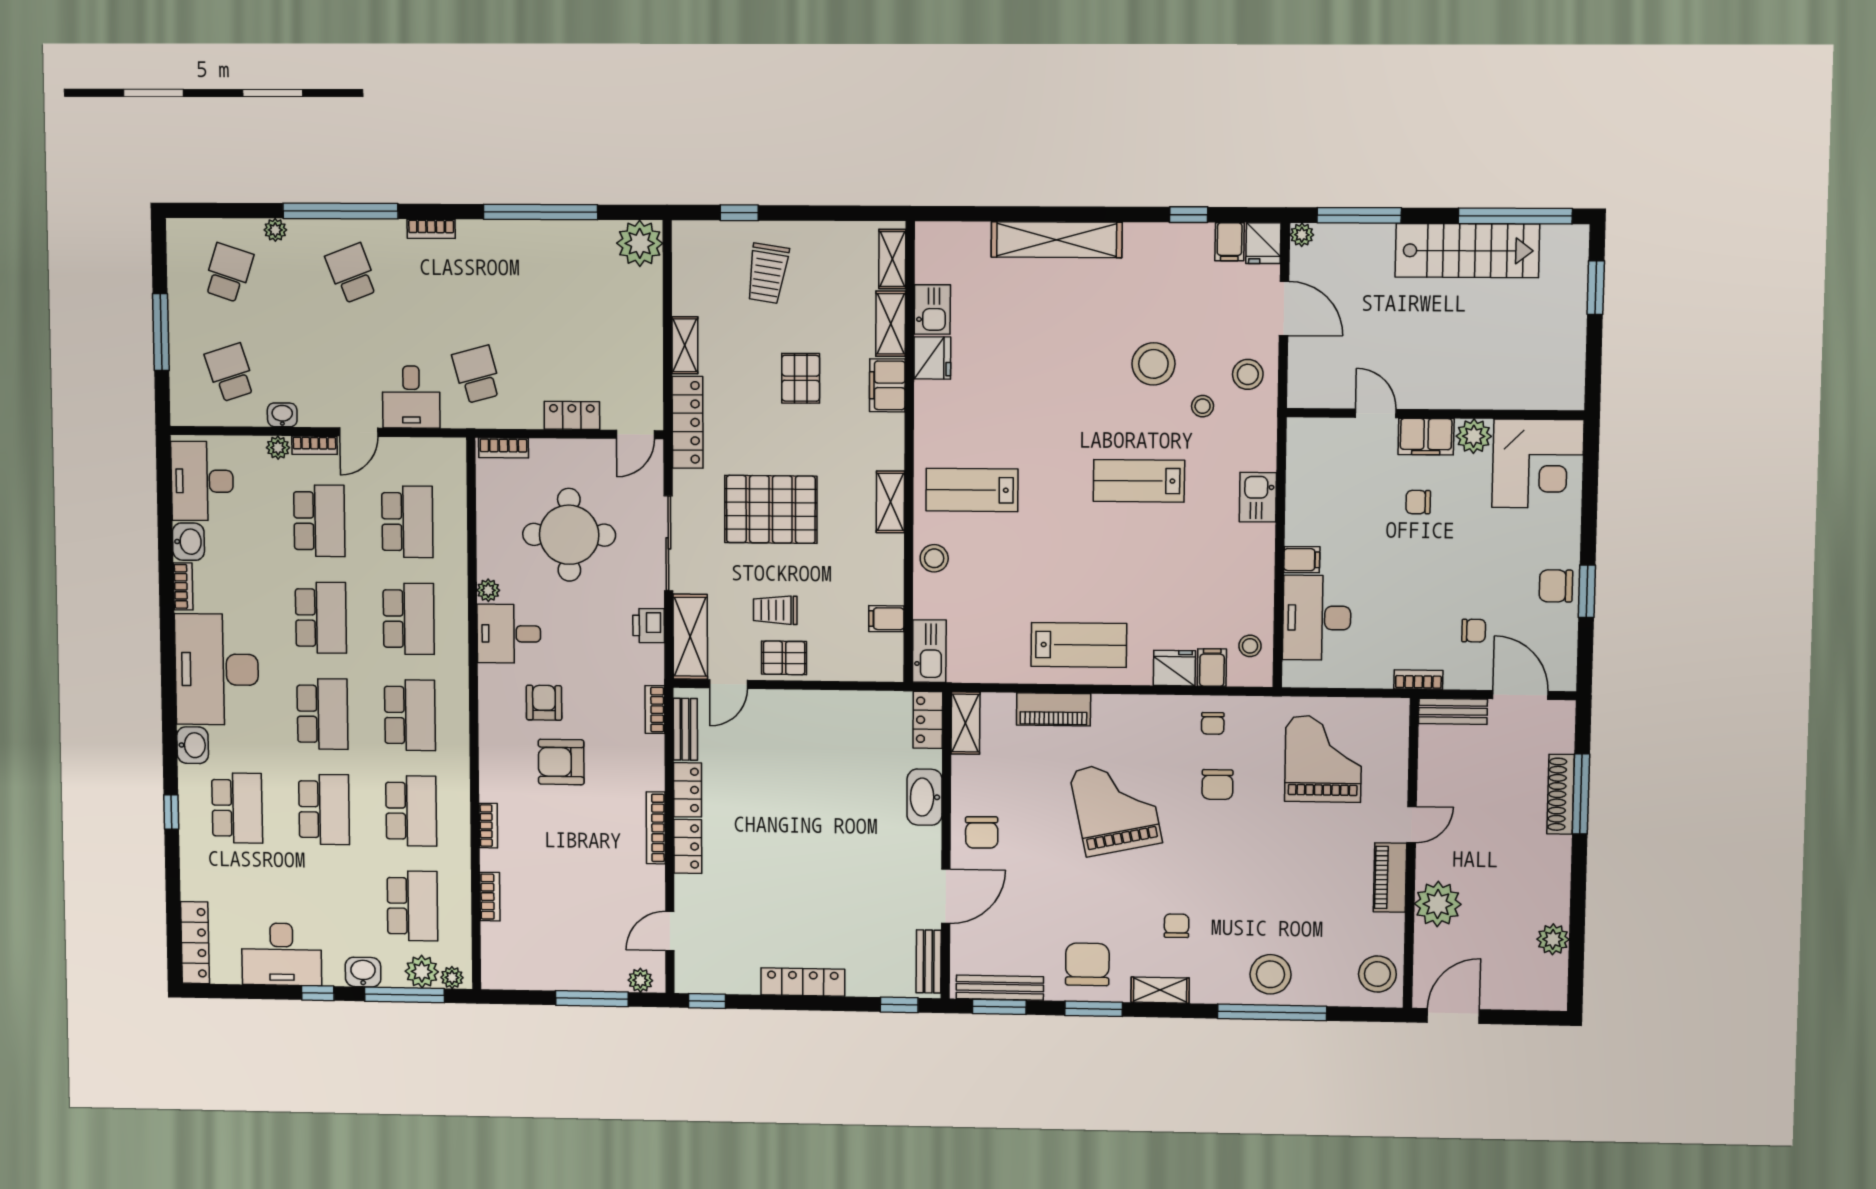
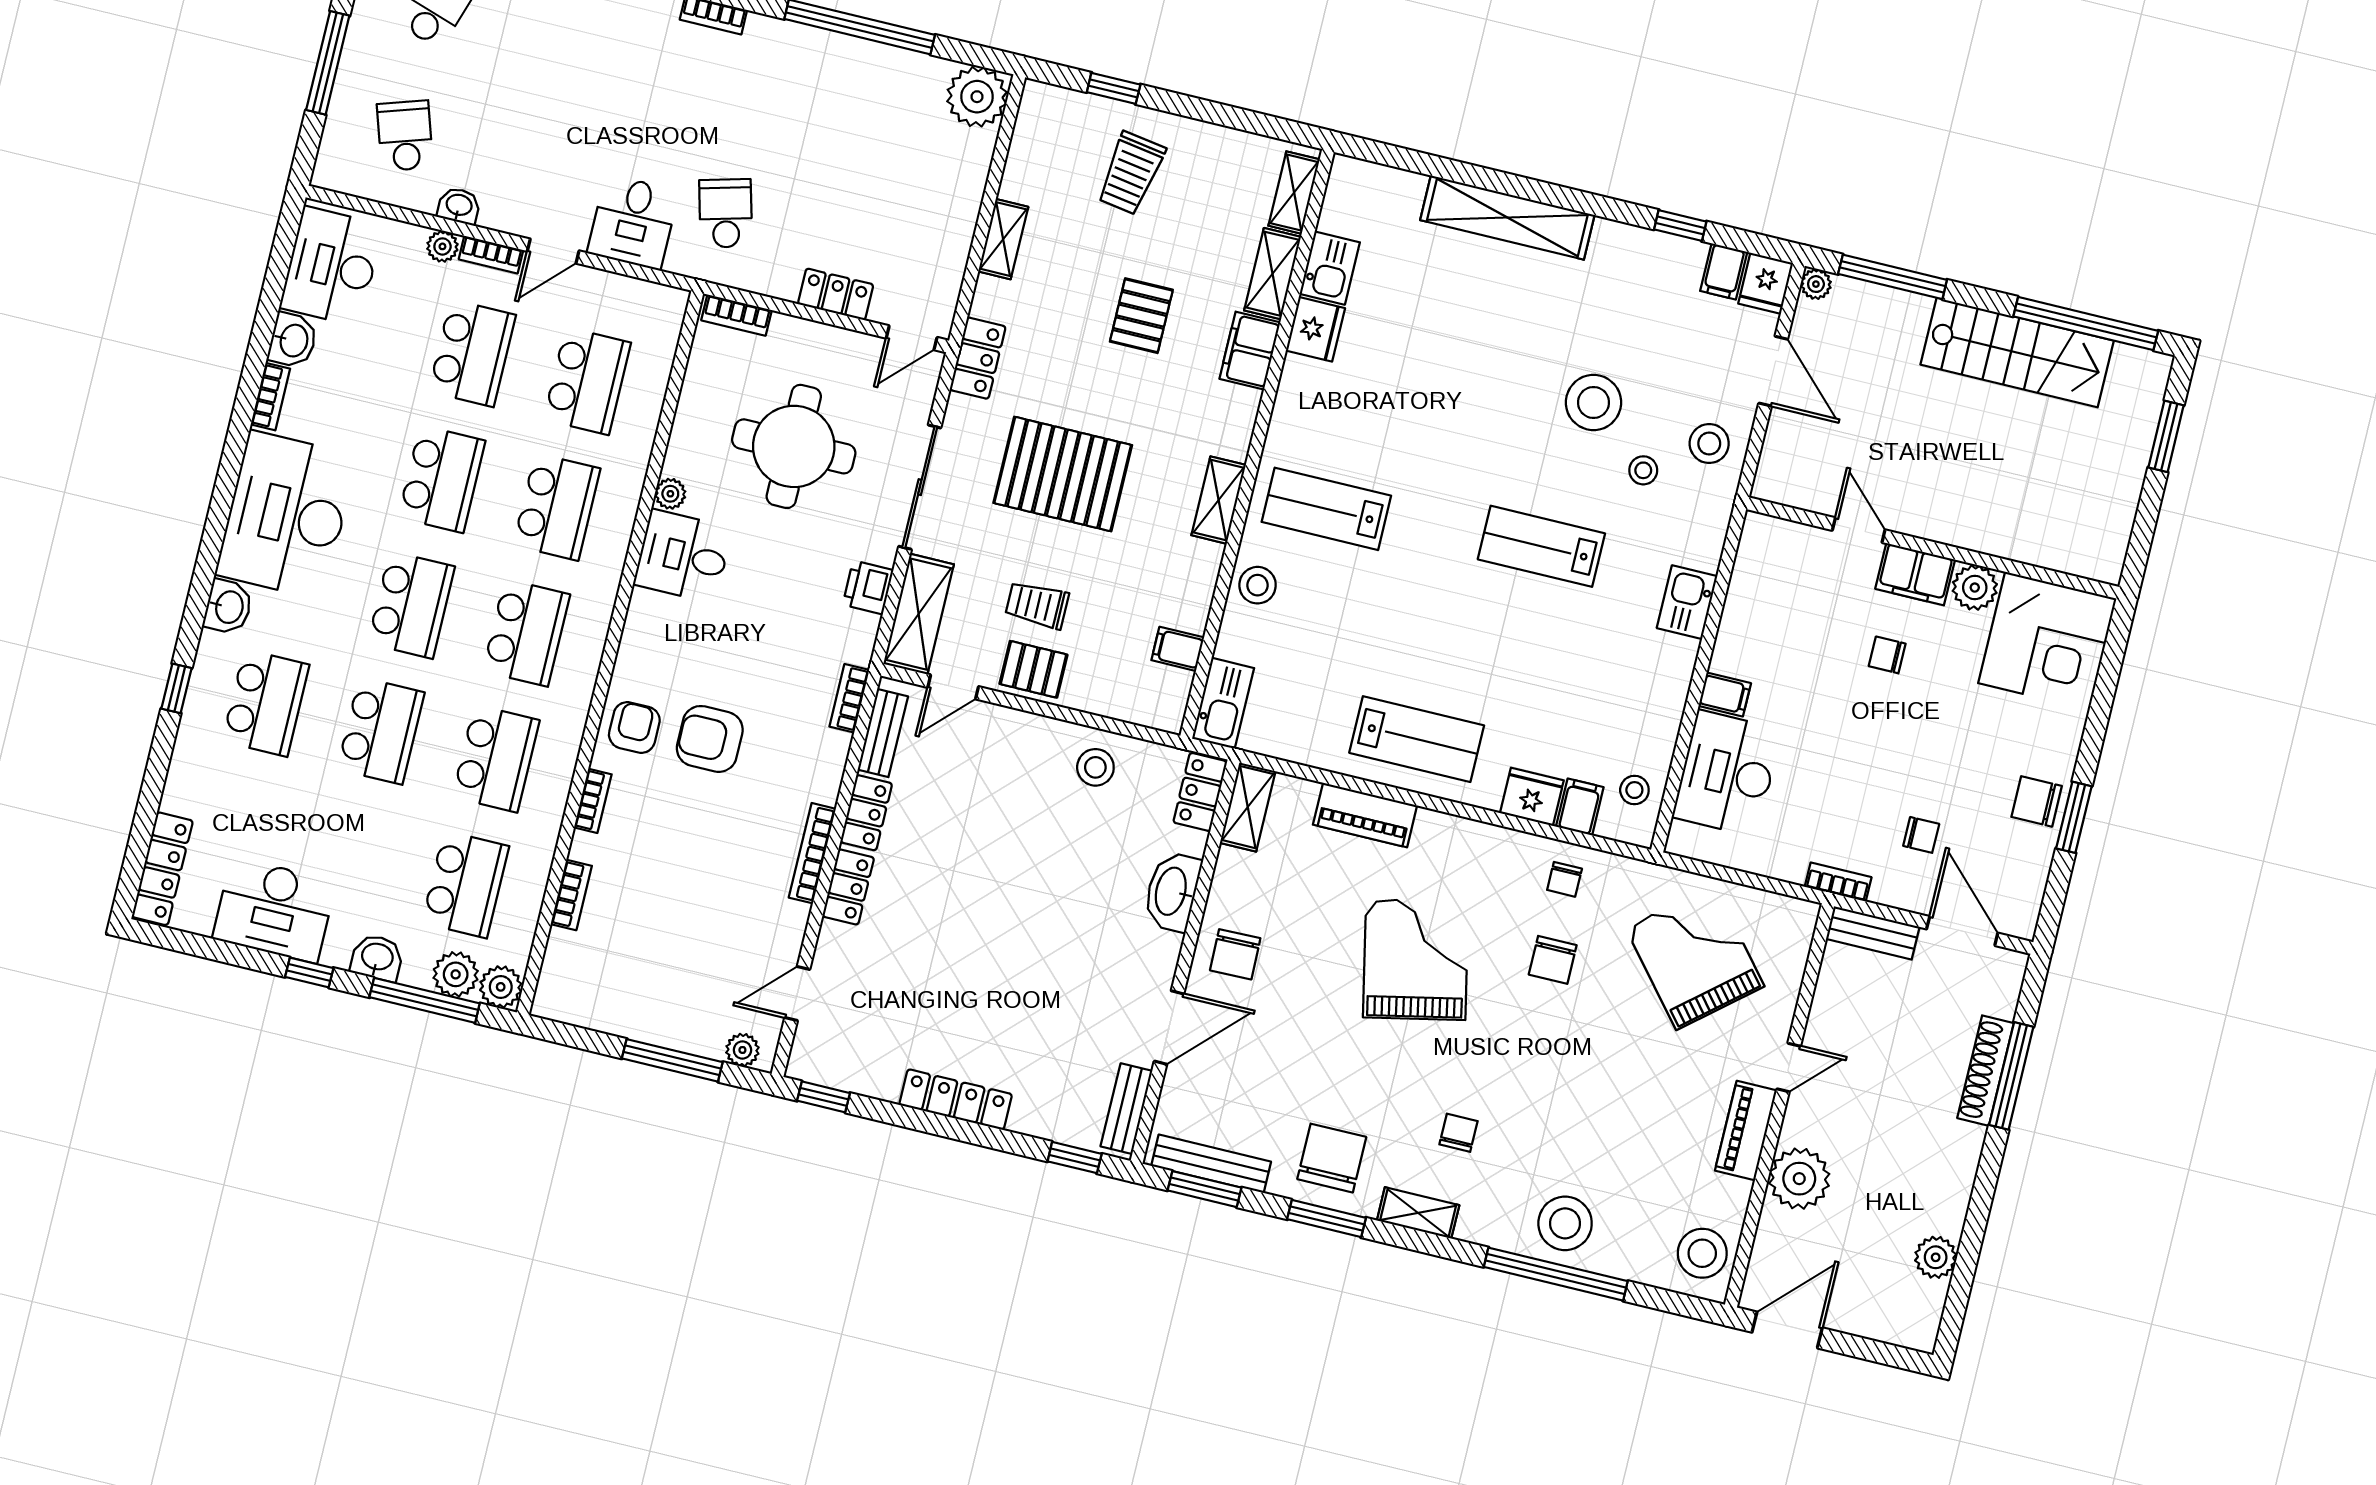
school desk: (352, 273) -> (596, 47), removed
locker: (688, 422) -> (978, 358), width x0.66
armchair: (544, 703) -> (634, 727), moved
stool: (847, 719) -> (1095, 767), added
grand piano: (1323, 759) -> (1695, 957), turned -40
plant: (452, 977) -> (501, 987), width x1.38, depth x1.38

